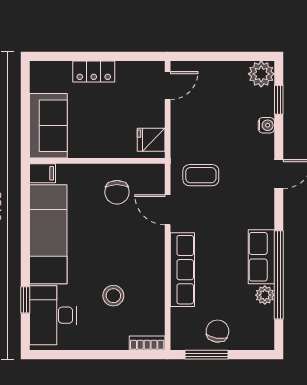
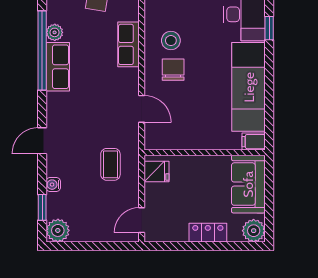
plant: (43, 74) -> (254, 231), added
coffee table: (201, 175) -> (110, 164), moved, turned 90
chair: (117, 192) -> (173, 70), moved
row of seats: (182, 270) -> (128, 44), width x0.68
stool: (113, 296) -> (171, 41), moved

